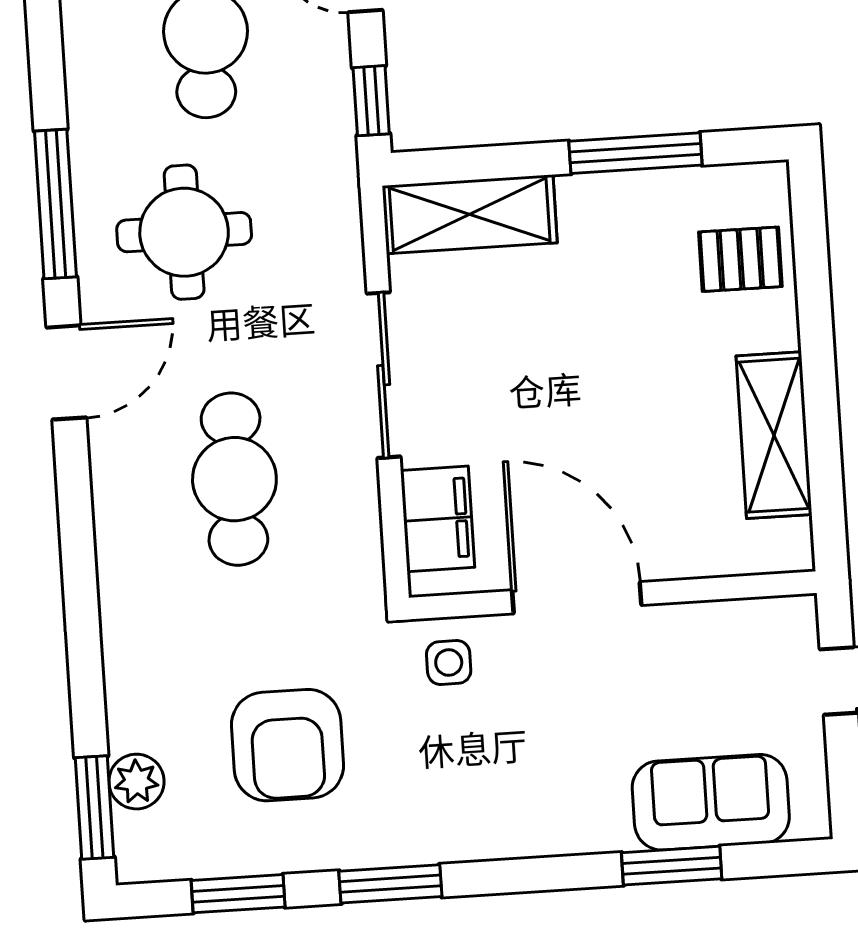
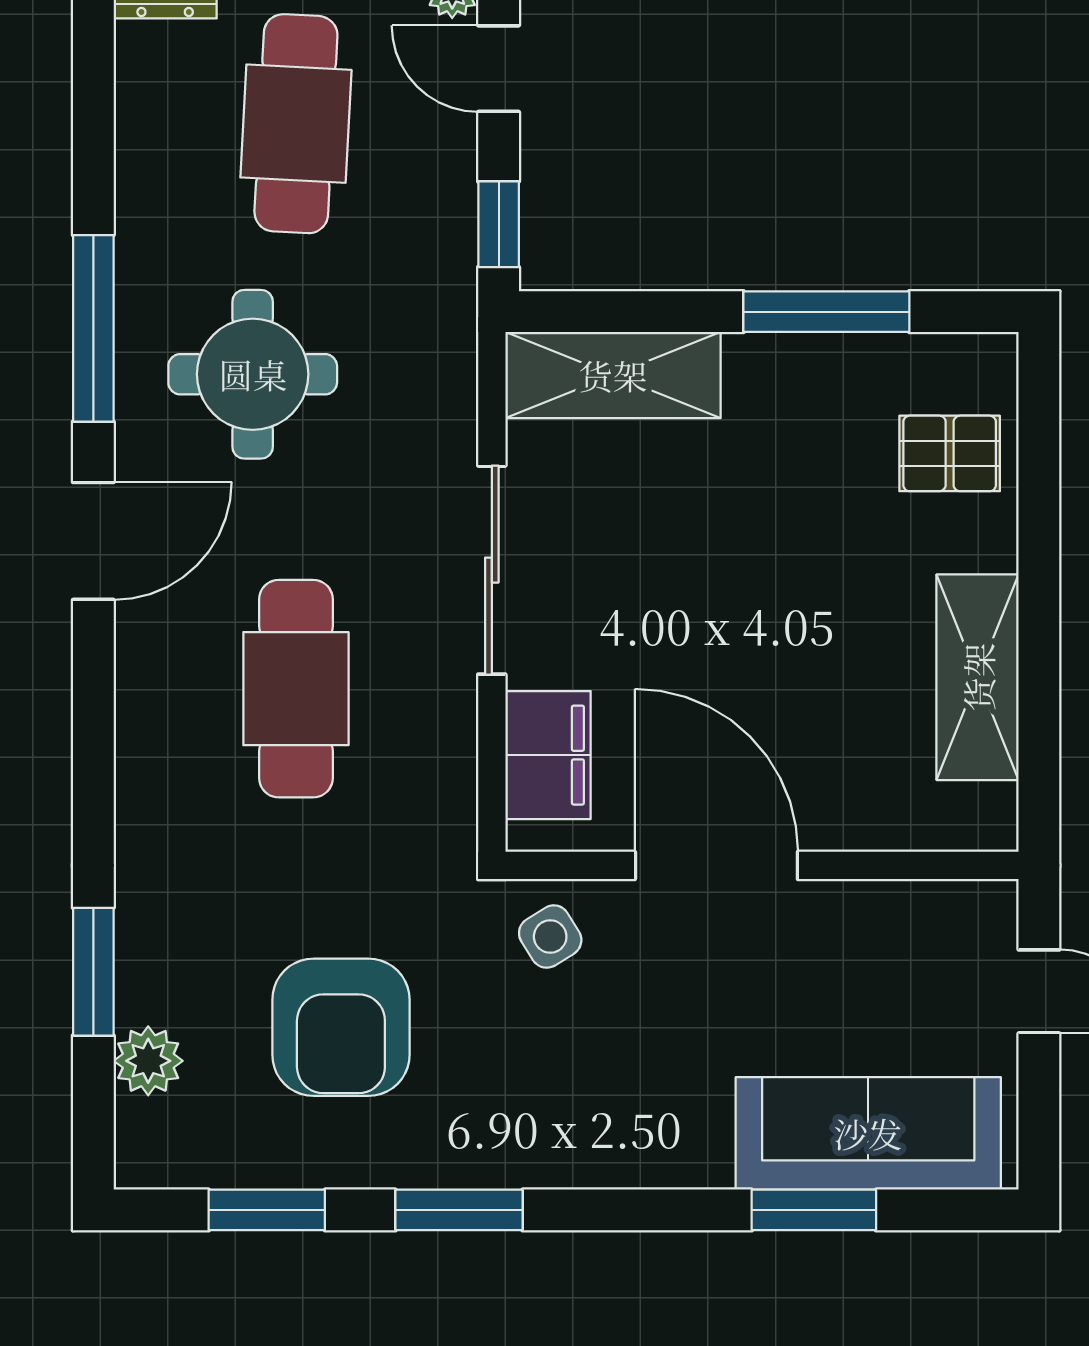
side table: (449, 663) -> (550, 937), turned -32
sofa: (711, 802) -> (868, 1133), width x1.36
window: (94, 808) -> (93, 972), moved

